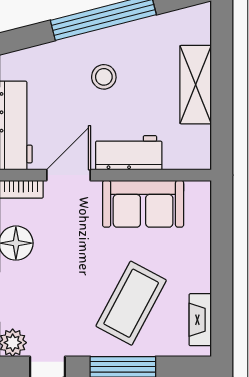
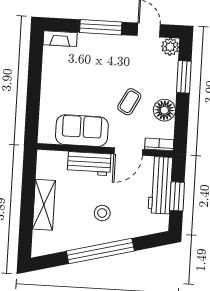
coffee table: (131, 303) -> (129, 102), moved, width x0.54, depth x0.58
fireplace: (200, 320) -> (60, 39), moved, turned 90

